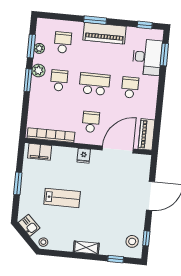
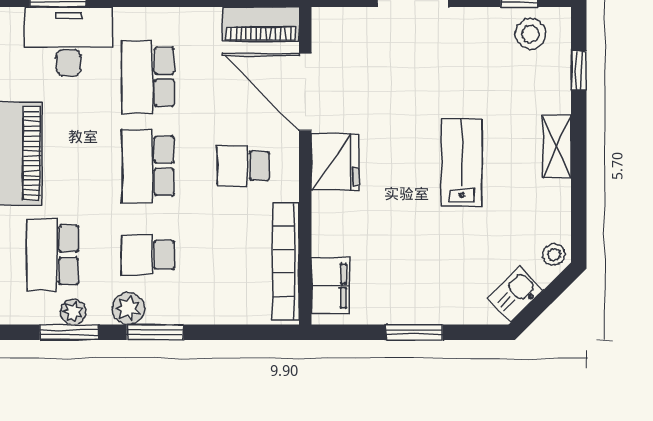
school desk: (63, 42) -> (53, 255), width x1.85
school desk: (130, 87) -> (148, 77), width x1.85
fridge: (84, 156) -> (335, 162), width x1.88, depth x1.34
lab bench: (62, 198) -> (462, 163), moved

